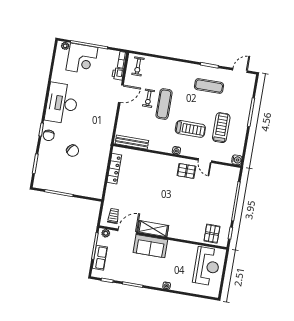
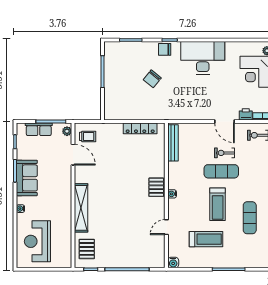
treadmill: (190, 129) -> (218, 204), moved
pallet: (186, 171) -> (156, 187), moved
shelving: (153, 229) -> (81, 208), moved, width x1.47
pallet: (212, 234) -> (87, 249), turned 90
sofa: (150, 246) -> (27, 178), moved, turned 180
reception desk: (207, 266) -> (37, 241), moved, turned 90

